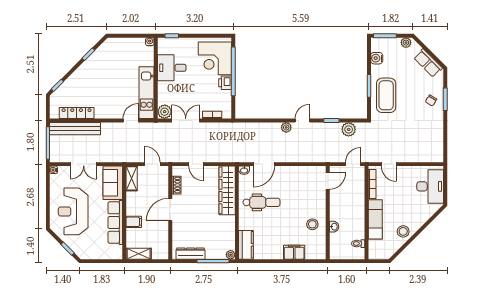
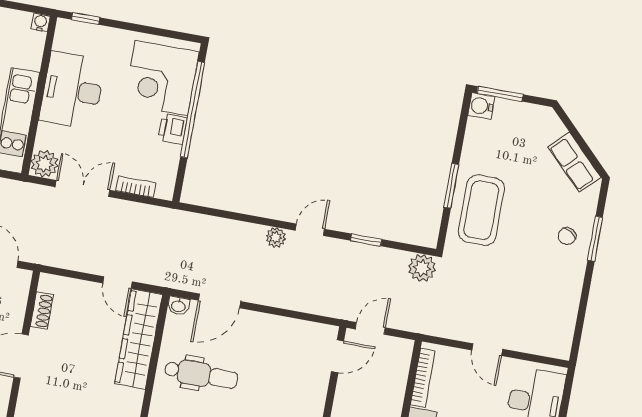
plant: (406, 43) -> (539, 115), removed
water cooler: (377, 58) -> (481, 106), moved
desk: (172, 68) -> (72, 90), width x1.37
plant: (349, 129) -> (422, 268), moved
door: (196, 164) -> (117, 282), moved
door: (353, 164) -> (370, 328), moved
door: (389, 164) -> (487, 350), moved

